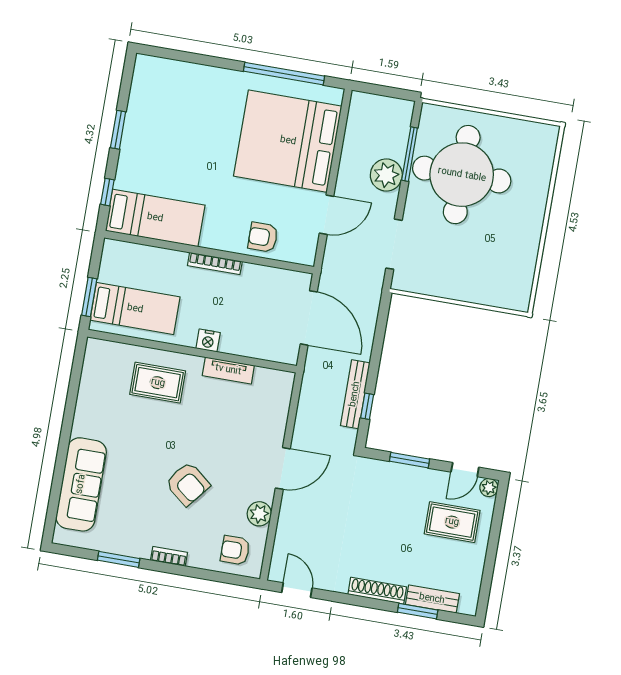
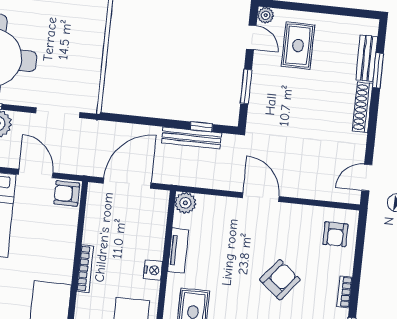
armchair: (263, 237) -> (67, 194), moved, turned 90
plant: (259, 514) -> (185, 203), moved

